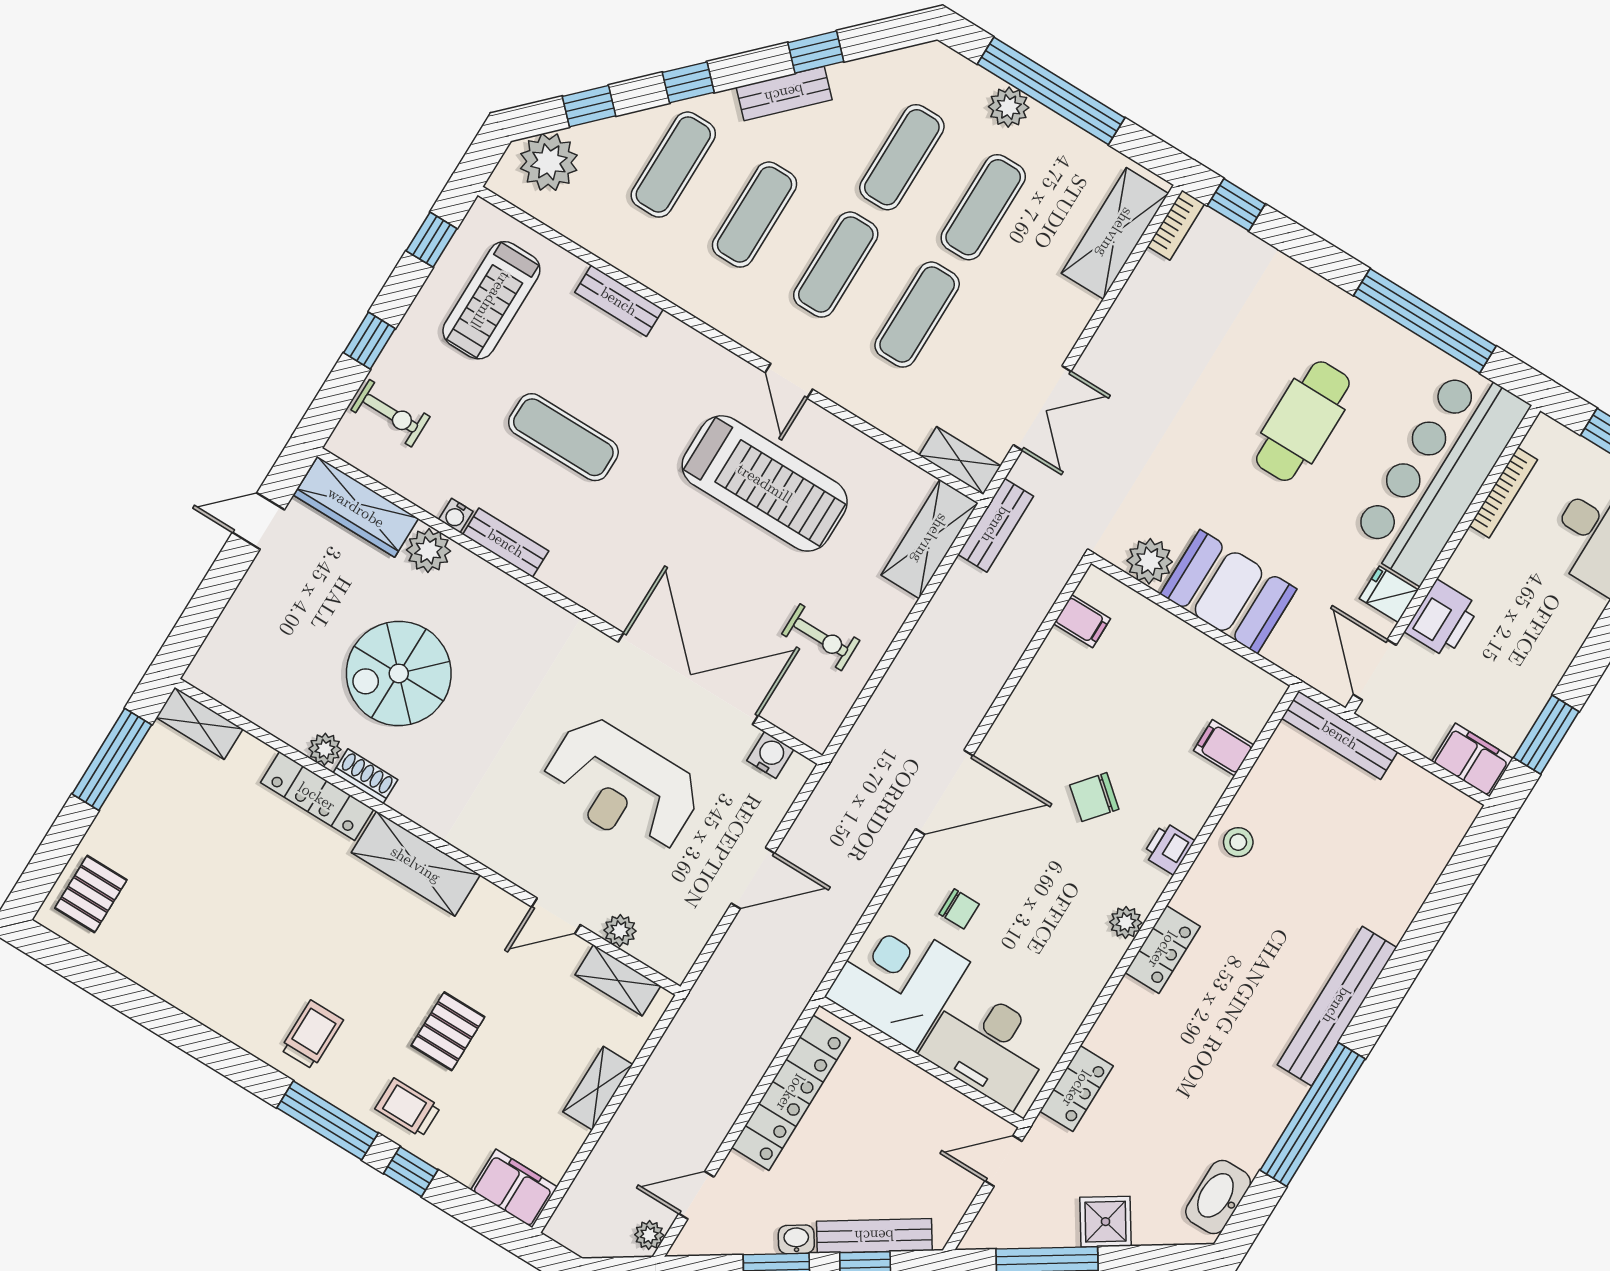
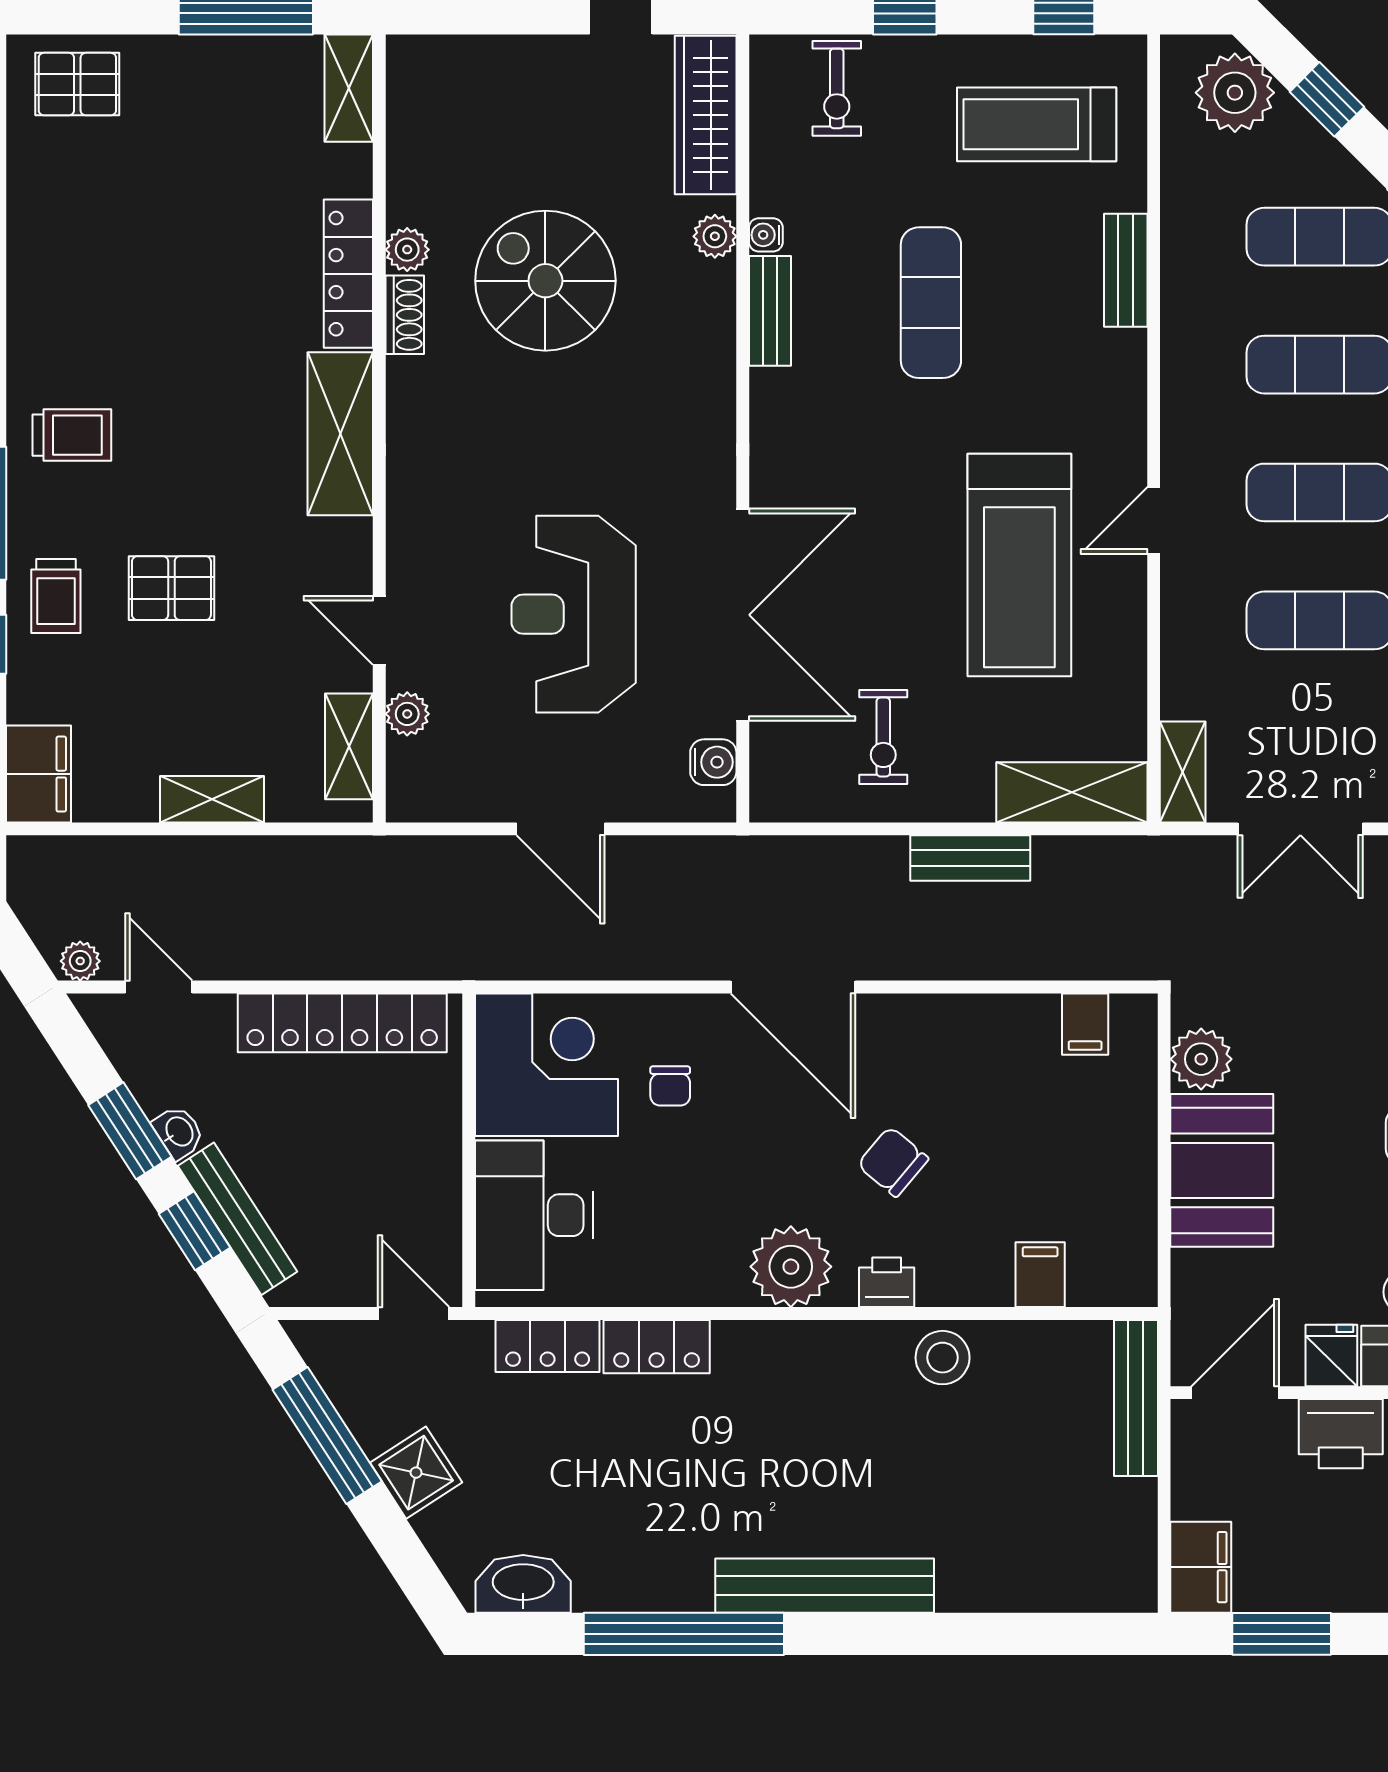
bench: (996, 525) -> (970, 858), moved
plant: (428, 550) -> (715, 236), width x0.73, depth x0.73
stool: (1238, 842) -> (943, 1358), width x1.37, depth x1.37
plant: (1126, 922) -> (791, 1267), width x1.87, depth x1.87
locker: (1163, 950) -> (657, 1347), moved
trolley: (408, 1108) -> (56, 596), turned 180

